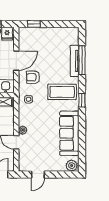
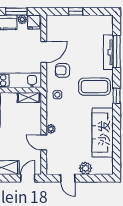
window: (34, 24) -> (76, 11), moved
plant: (72, 166) -> (85, 168), moved
door: (38, 175) -> (68, 178), hinge flipped

